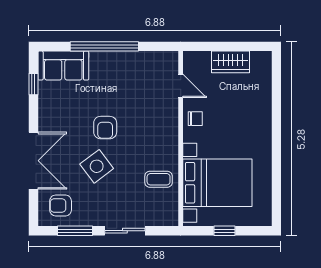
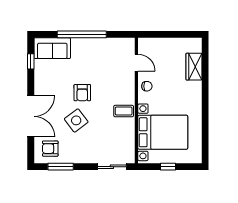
wardrobe: (231, 62) -> (194, 67), moved, turned 90
coffee table: (159, 179) -> (124, 111), moved
sliding door: (125, 231) -> (112, 167), moved

